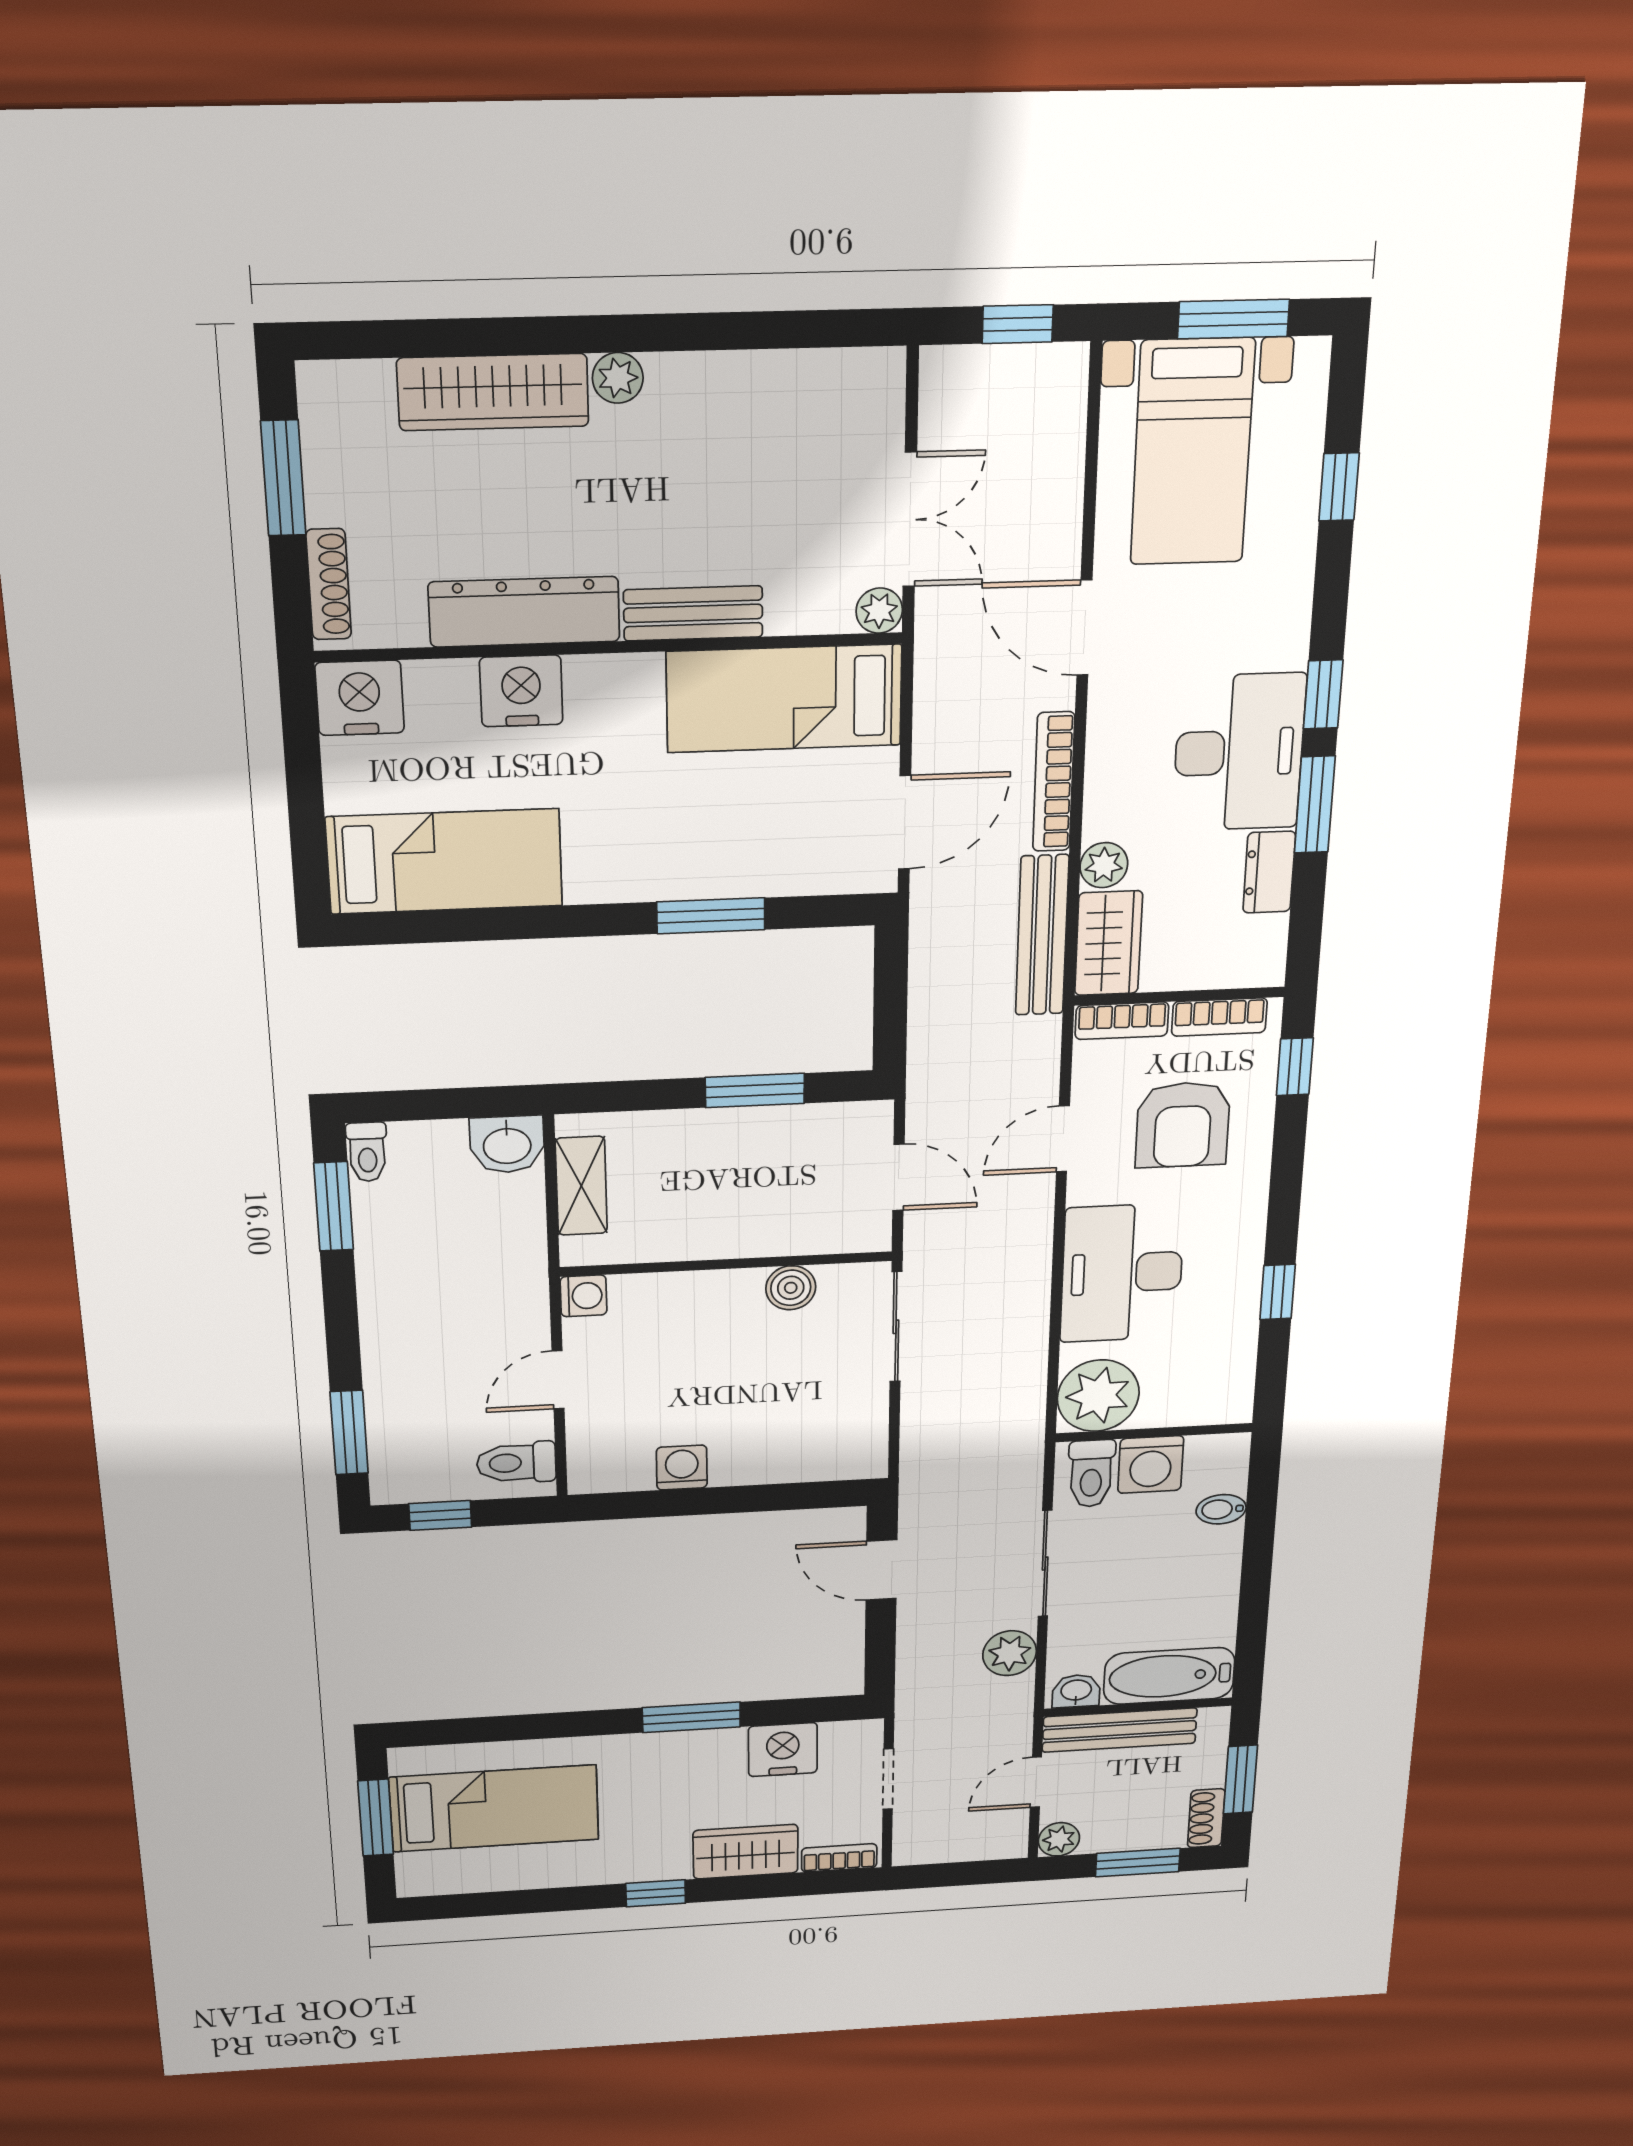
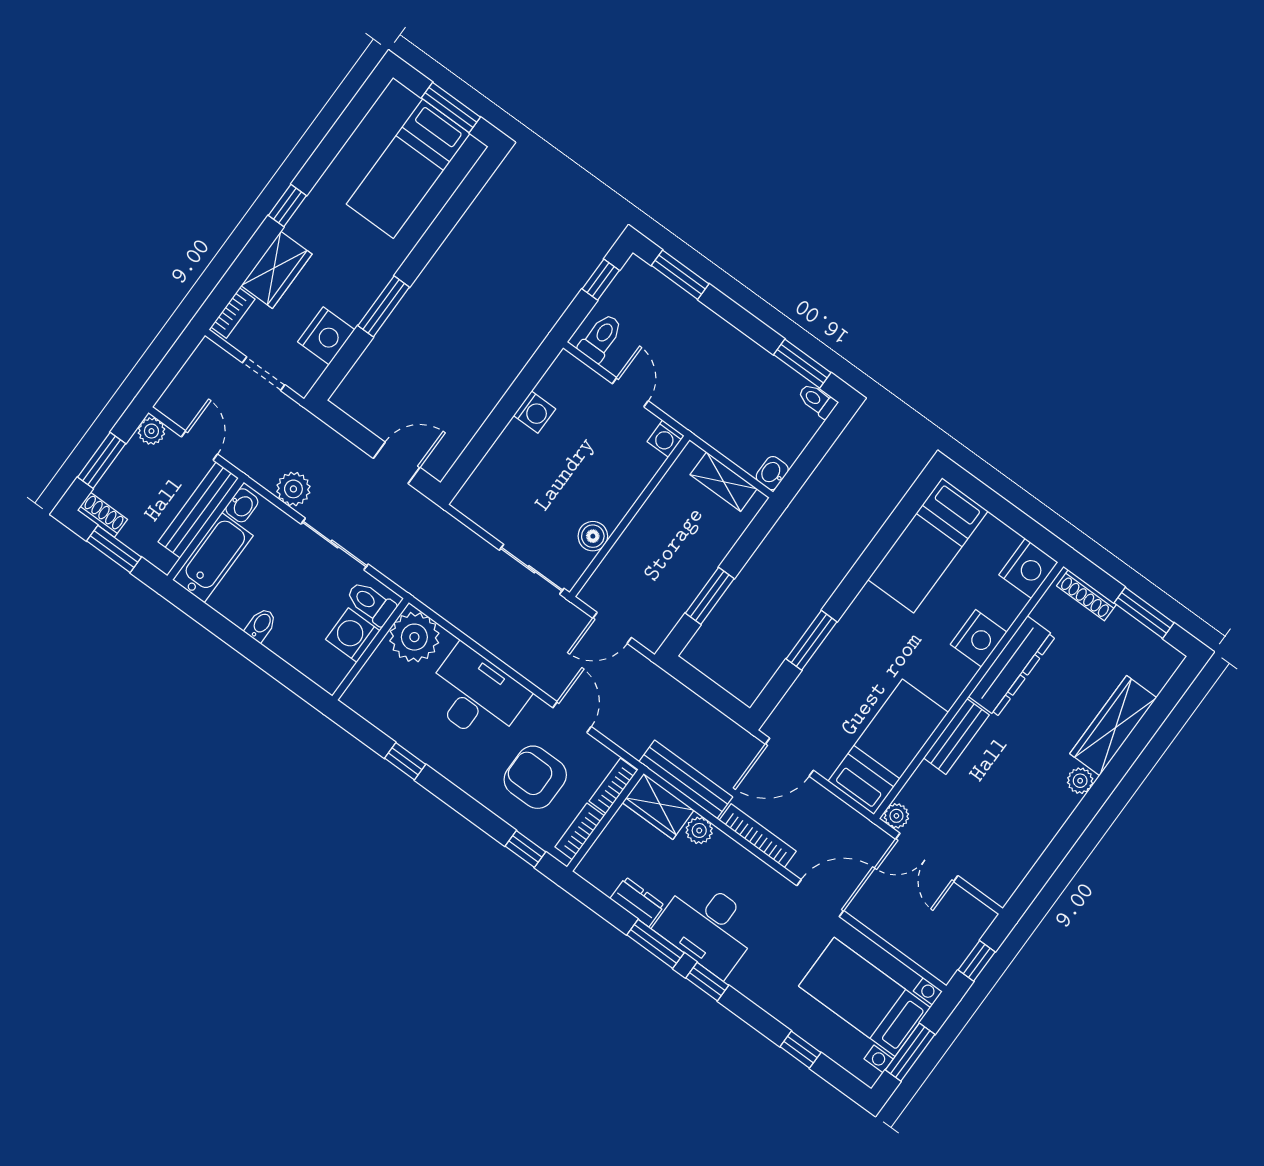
door: (905, 822) -> (789, 757), hinge flipped
washbasin: (507, 1144) -> (772, 473), width x0.72, depth x0.69
bidet: (1221, 1509) -> (261, 625), moved

